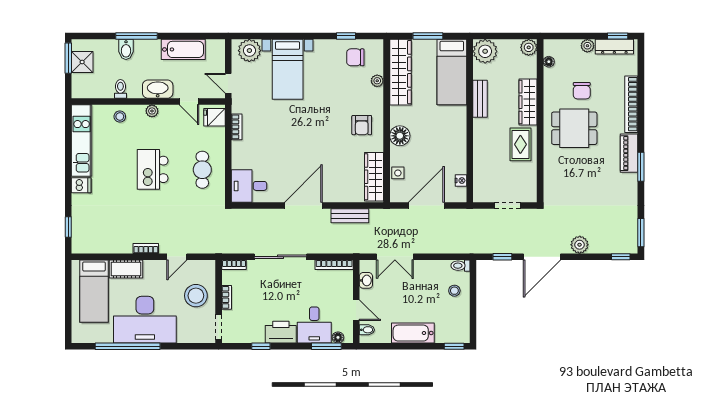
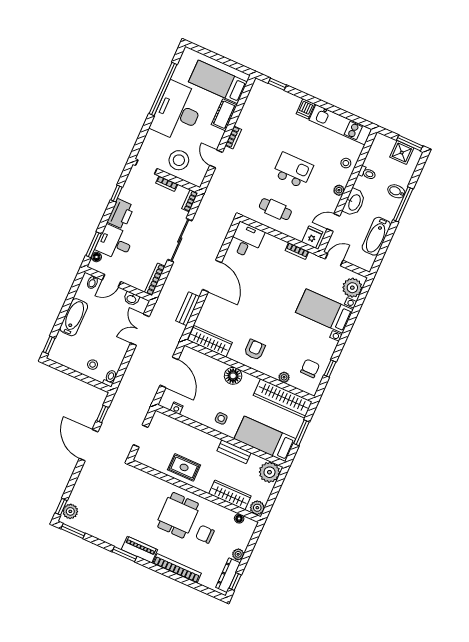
wardrobe: (528, 102) -> (230, 495), moved
armchair: (362, 125) -> (255, 350), turned 90
side table: (398, 173) -> (221, 418), moved
plant: (580, 245) -> (70, 511), moved

